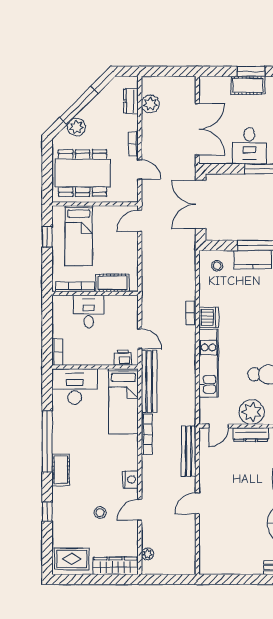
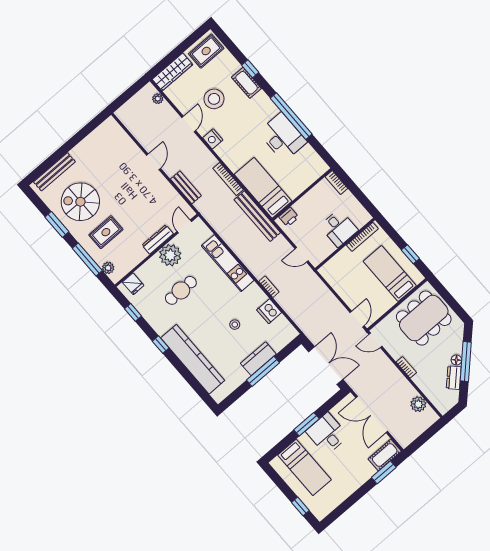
window: (251, 71) -> (384, 472), moved
cot: (248, 85) -> (385, 455), moved
dresser: (131, 101) -> (454, 378), moved, turned -135
floor lamp: (86, 114) -> (456, 360), added
plant: (76, 127) -> (455, 346), removed
door: (140, 170) -> (375, 340), moved
stool: (217, 266) -> (235, 325), moved
cot: (112, 283) -> (340, 261), removed
dishwasher: (209, 317) -> (269, 311), moved
door: (140, 339) -> (302, 255), moved
desk: (75, 386) -> (283, 137), moved, turned -90
bench: (189, 451) -> (186, 187), width x0.73
cot: (61, 470) -> (246, 83), moved
stool: (100, 513) -> (214, 99), width x1.89, depth x1.89

